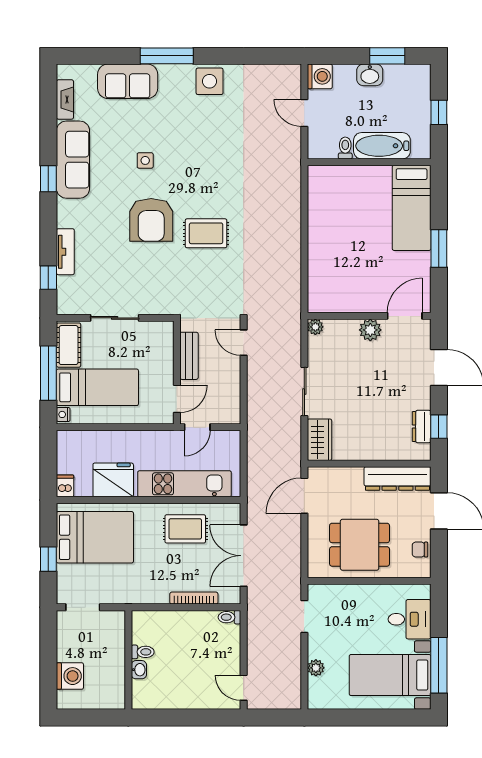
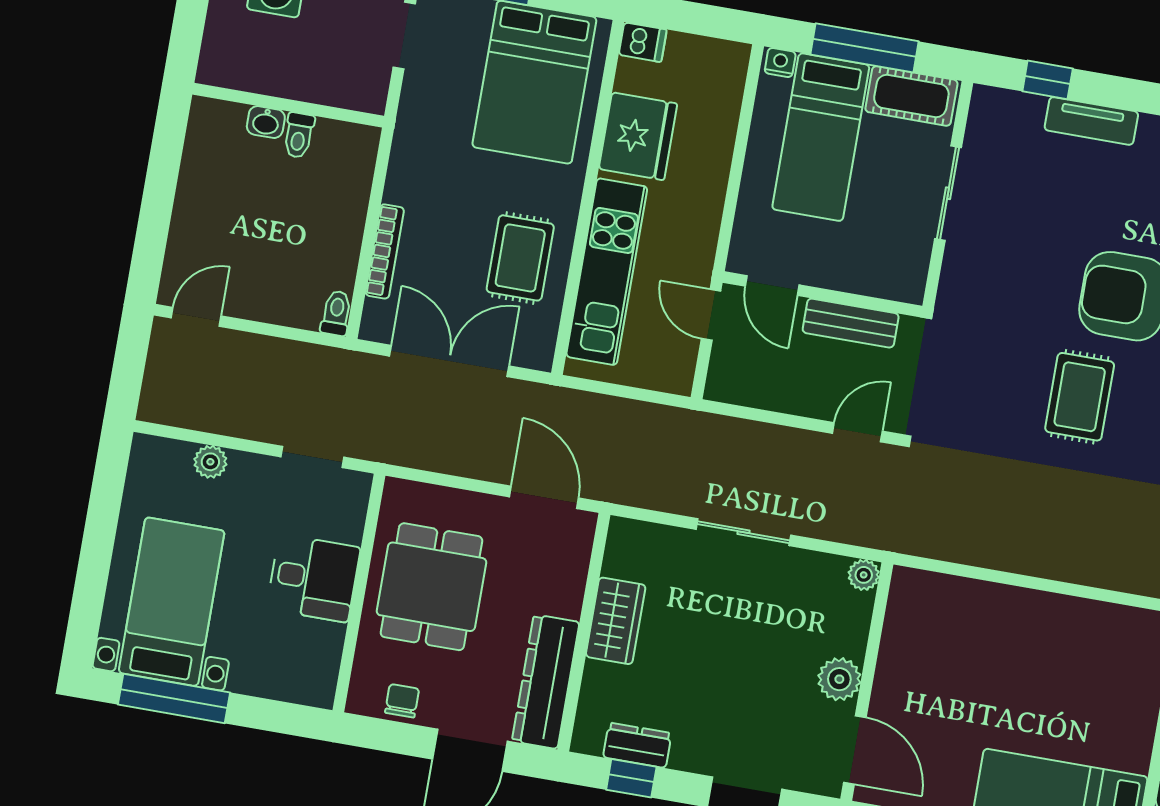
wardrobe: (319, 440) -> (616, 621), moved, turned -90
desk: (409, 619) -> (313, 578), moved, turned -90

